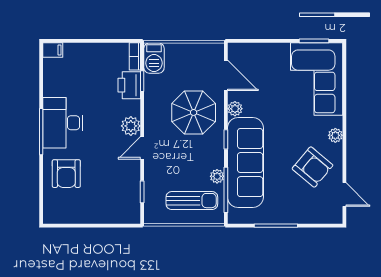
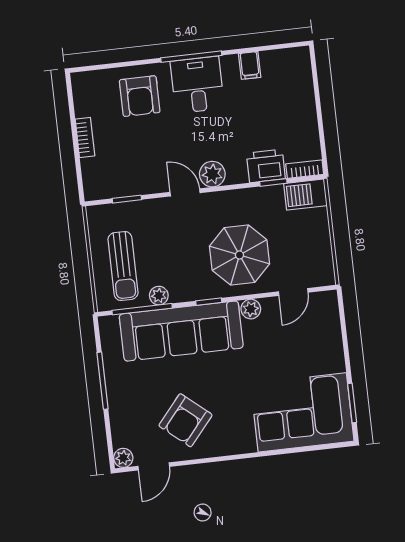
filing cabinet: (53, 50) -> (250, 65), moved
door: (226, 75) -> (293, 292), width x0.73
desk: (63, 123) -> (197, 85), width x0.73
plant: (335, 135) -> (123, 458), moved
armchair: (66, 174) -> (140, 96), turned -90
bookcase: (93, 218) -> (85, 137), added

